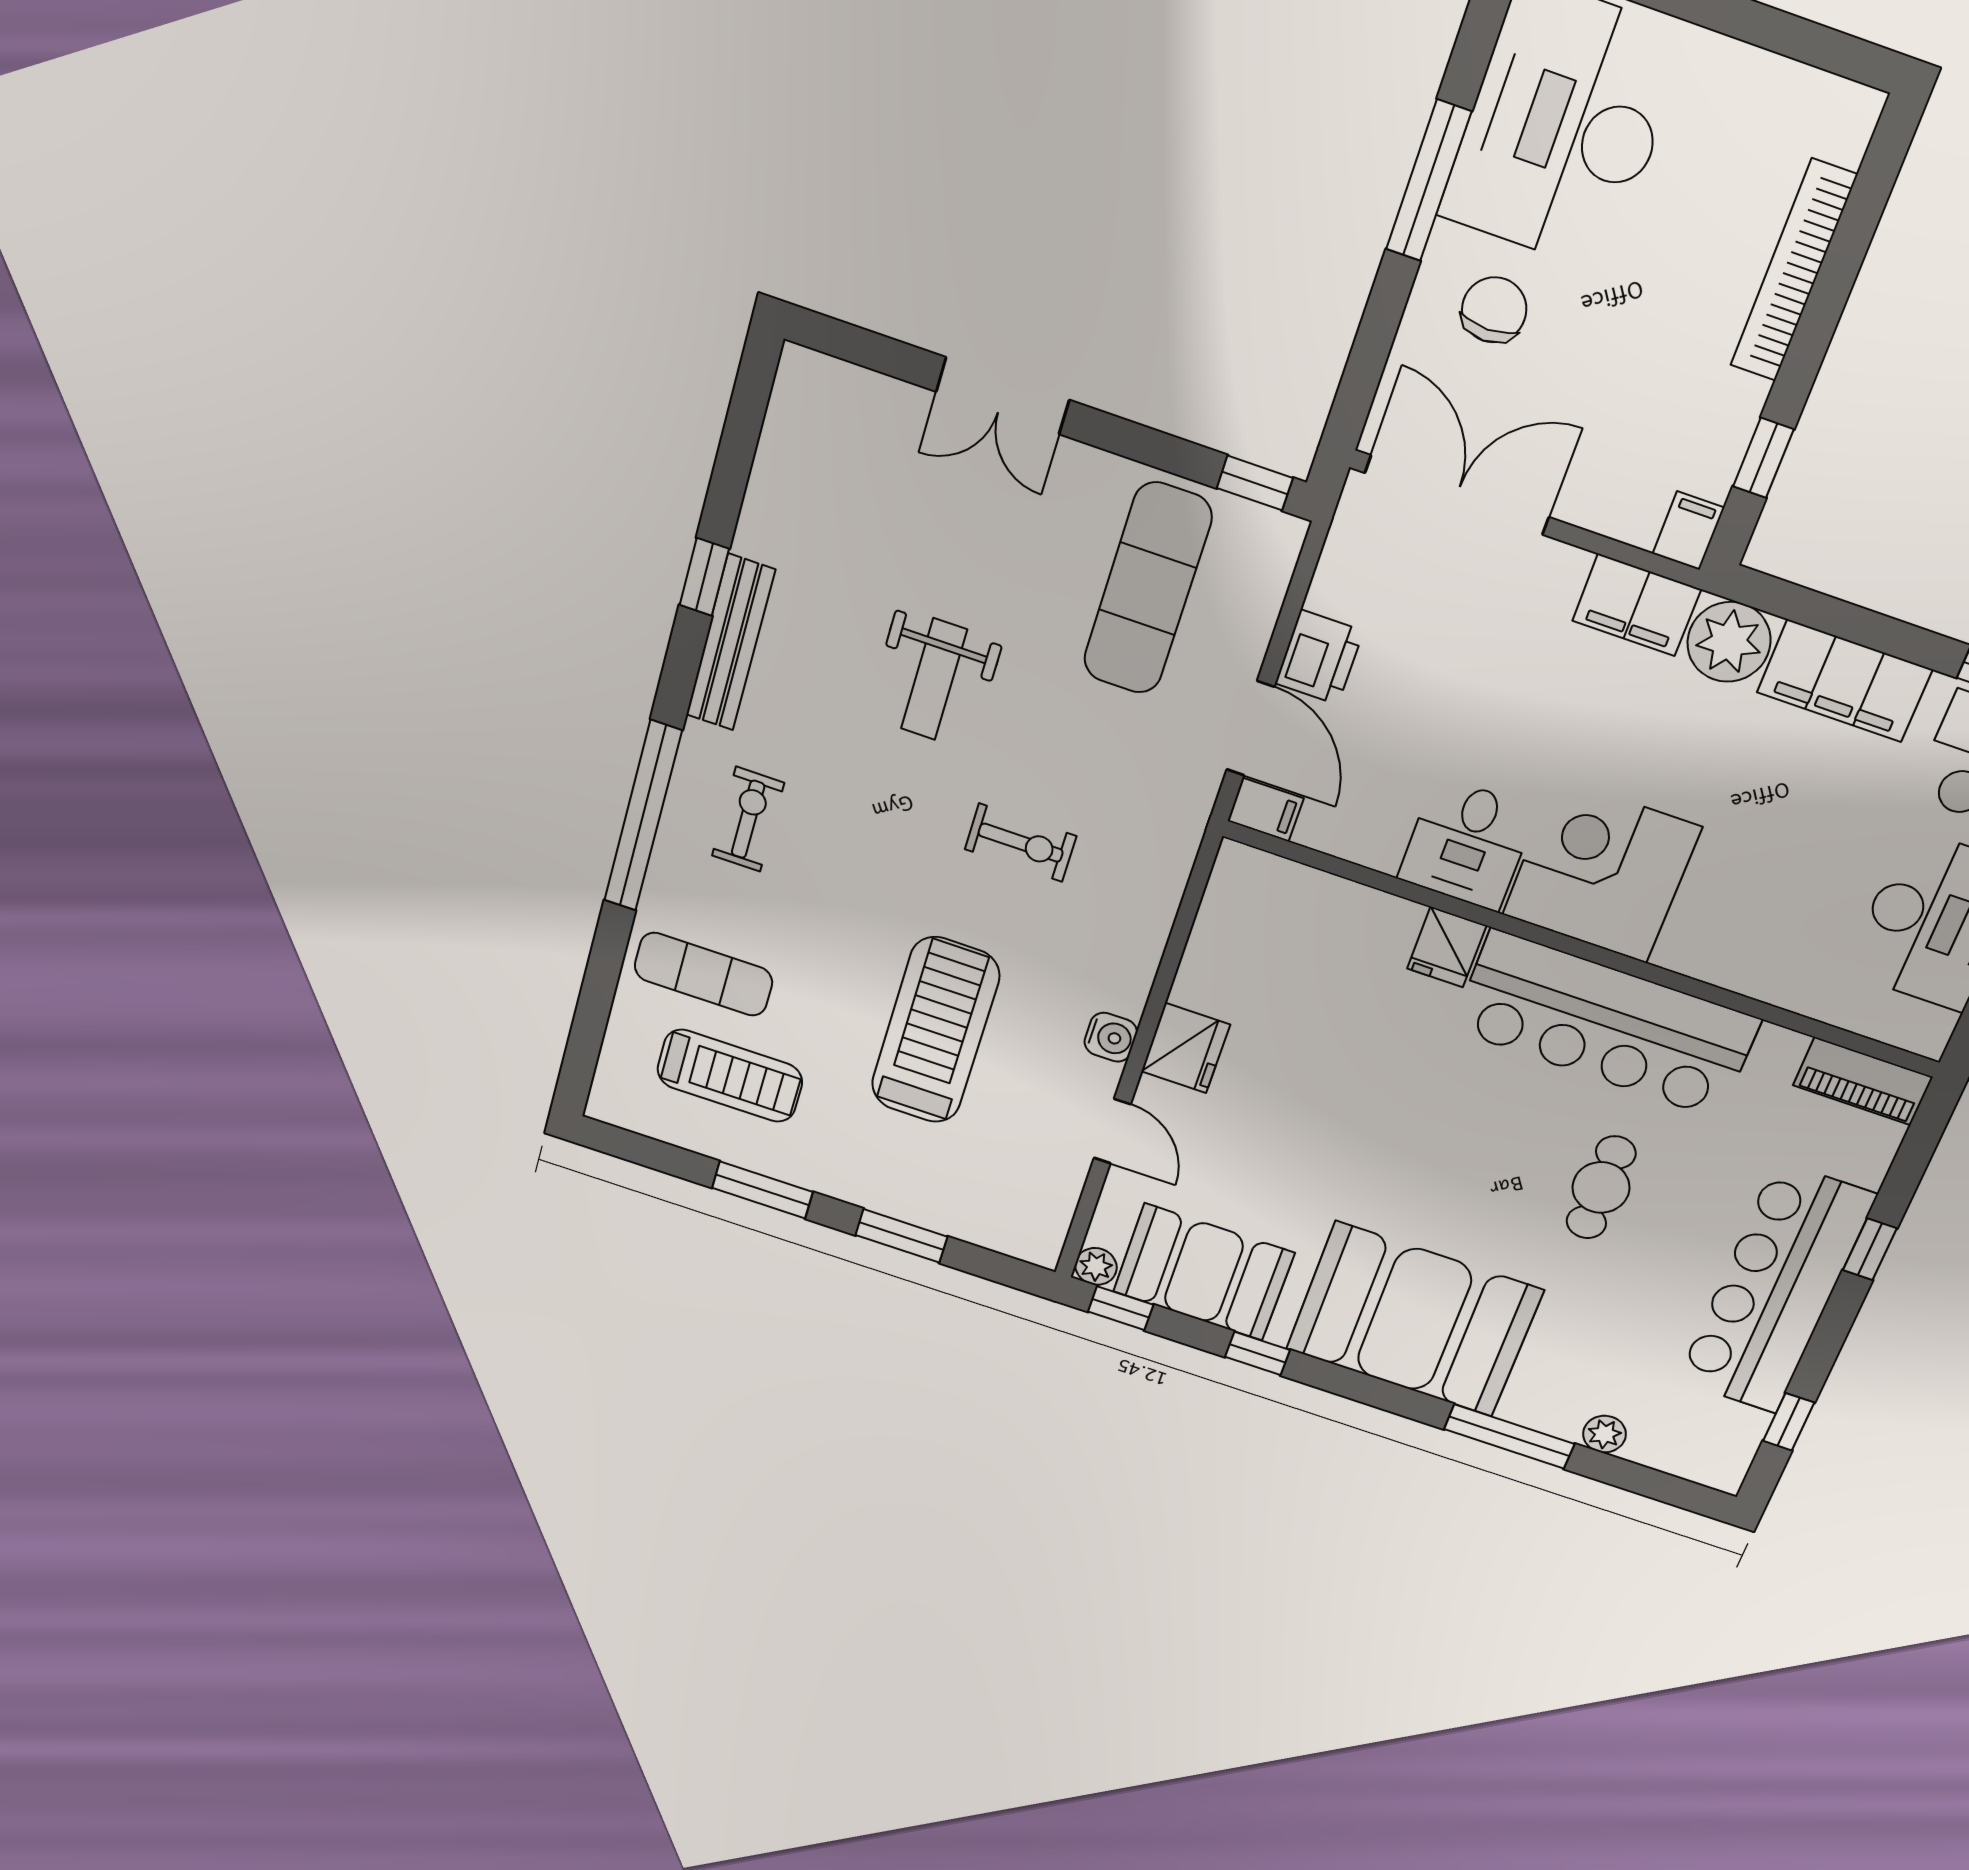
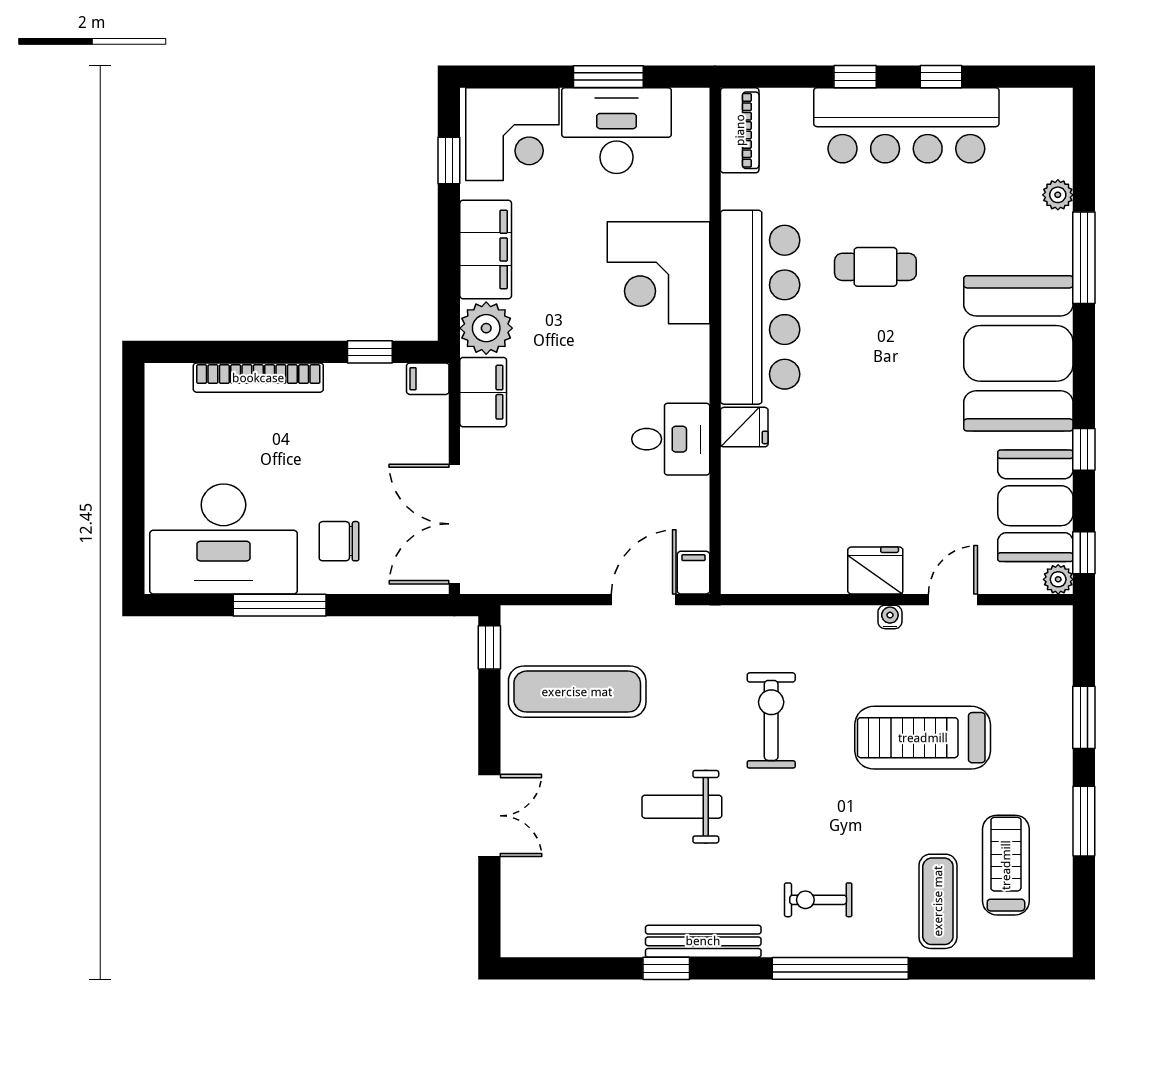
printer: (1319, 657) -> (583, 572), removed
weight bench: (934, 679) -> (682, 807), turned 180
exercise bike: (1021, 843) -> (771, 720), width x1.38, depth x1.39
corner desk: (1602, 871) -> (658, 273), moved
water cooler: (1111, 1037) -> (890, 617), width x0.72, depth x0.72
window: (1789, 1422) -> (941, 77), moved

